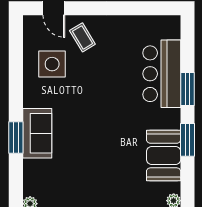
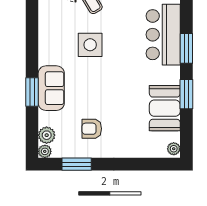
side table: (52, 64) -> (90, 45), moved
armchair: (82, 178) -> (92, 129), added
plant: (32, 186) -> (47, 135), added

